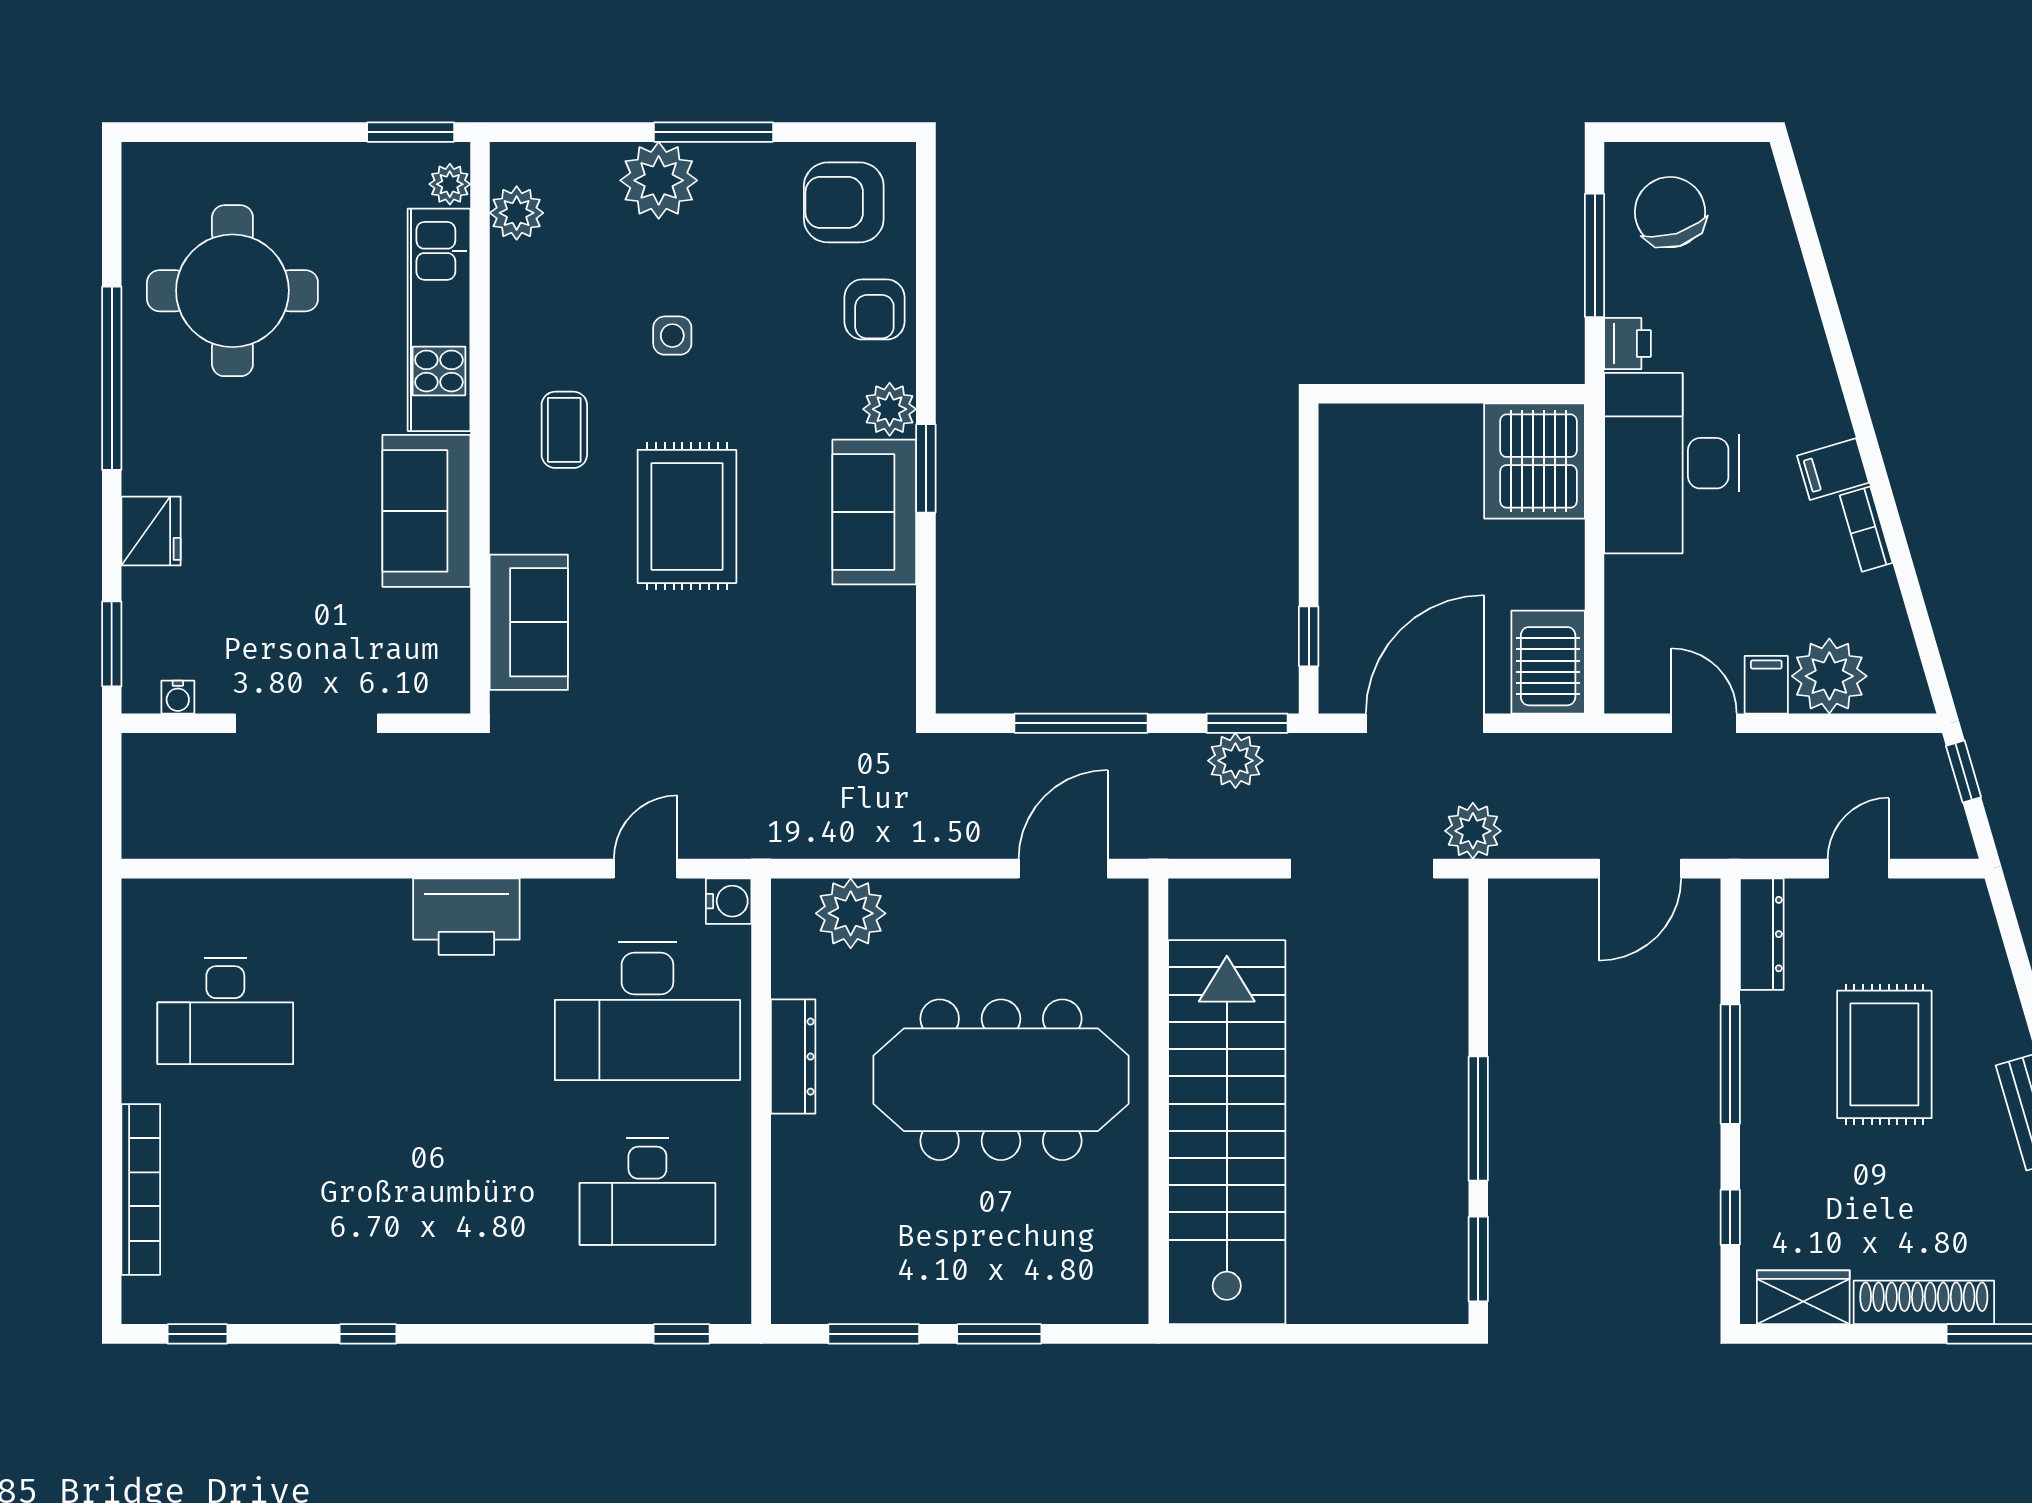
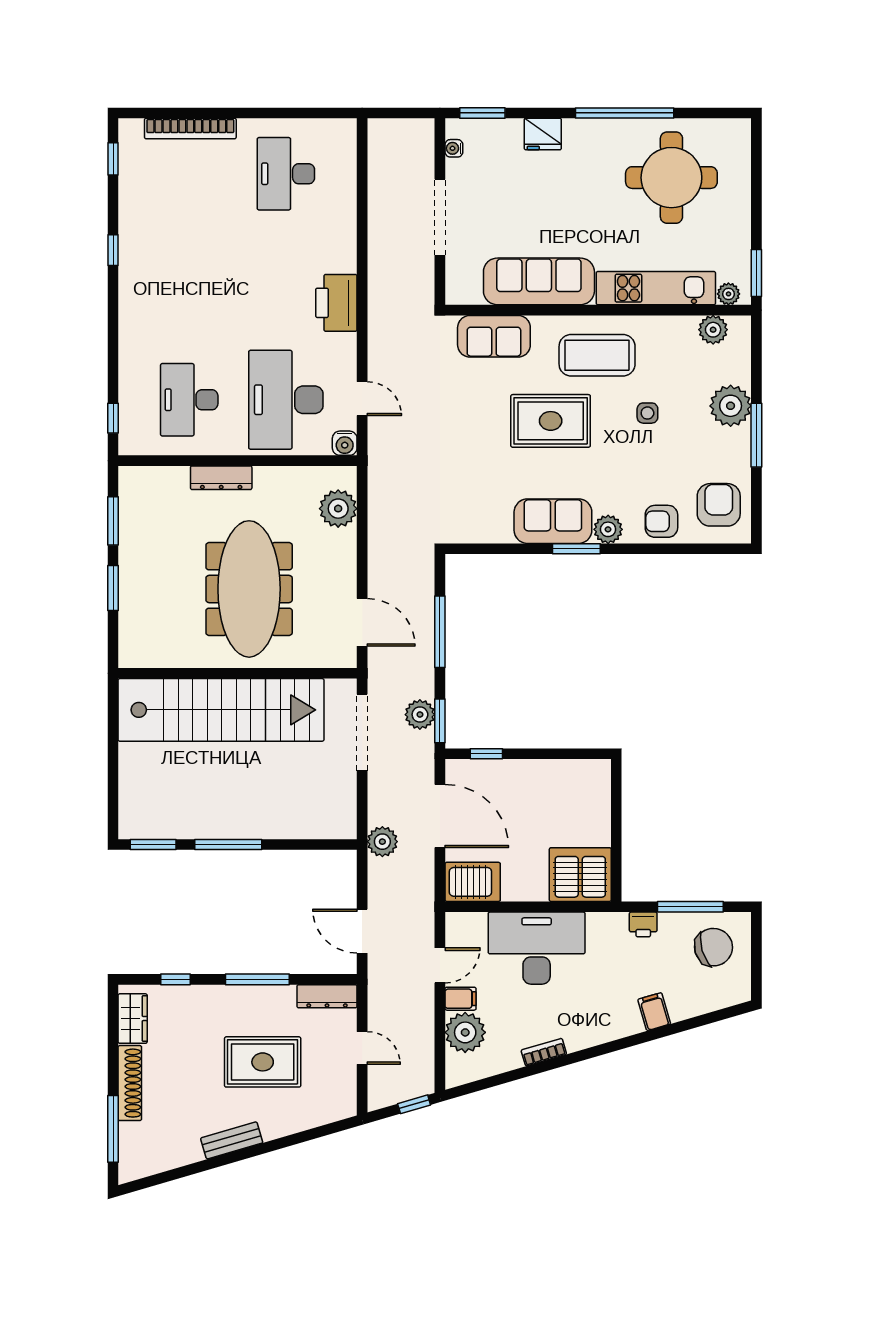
coffee table: (564, 430) -> (597, 355), width x1.86, depth x1.72
desk: (1672, 463) -> (537, 948), moved
filing cabinet: (1833, 469) -> (654, 1012), moved
sofa: (426, 511) -> (539, 281), width x1.36
doorway: (1362, 869) -> (362, 733), moved
dresser: (793, 1057) -> (221, 478), moved

